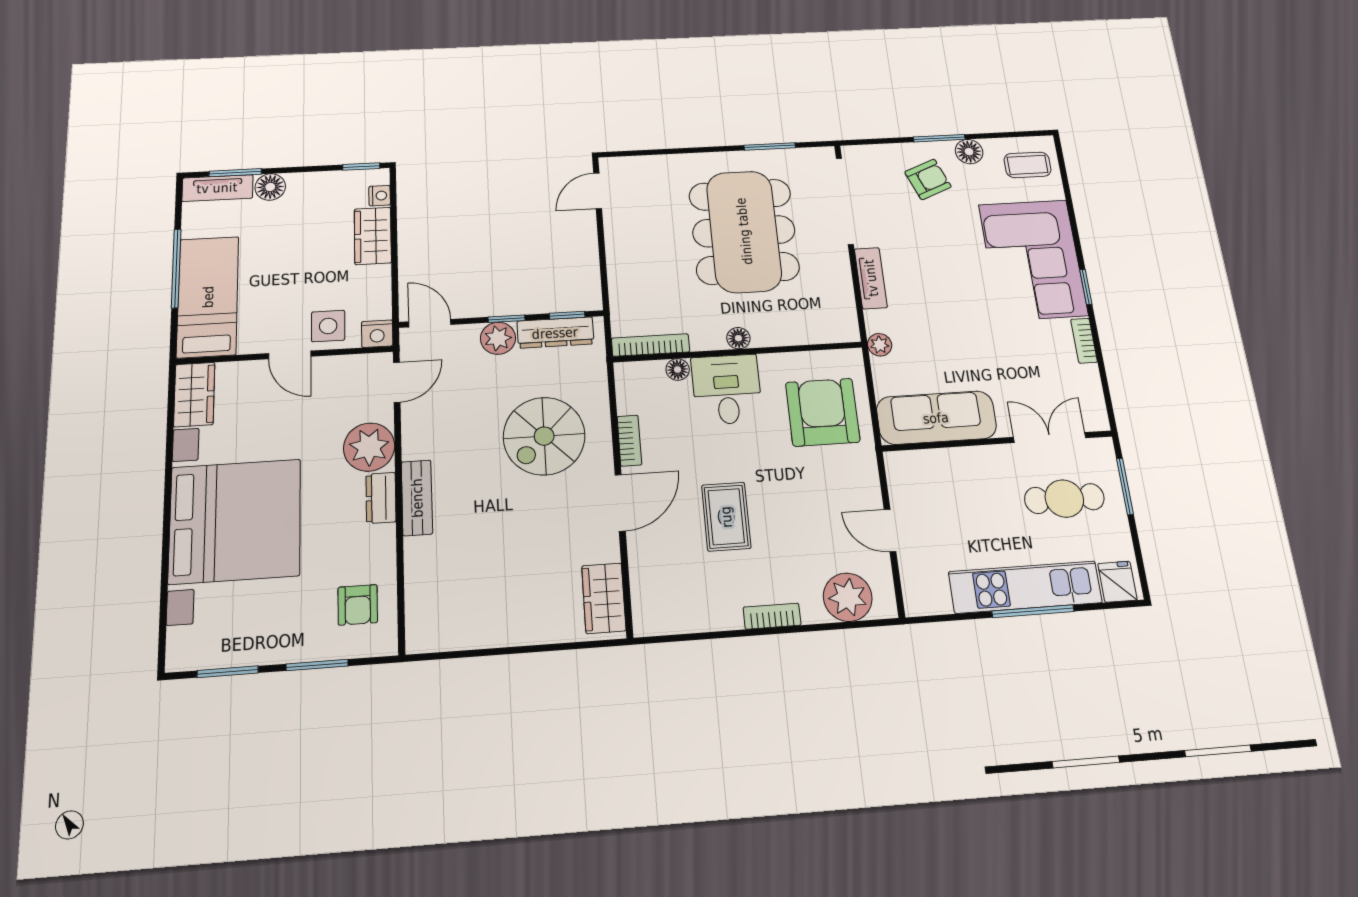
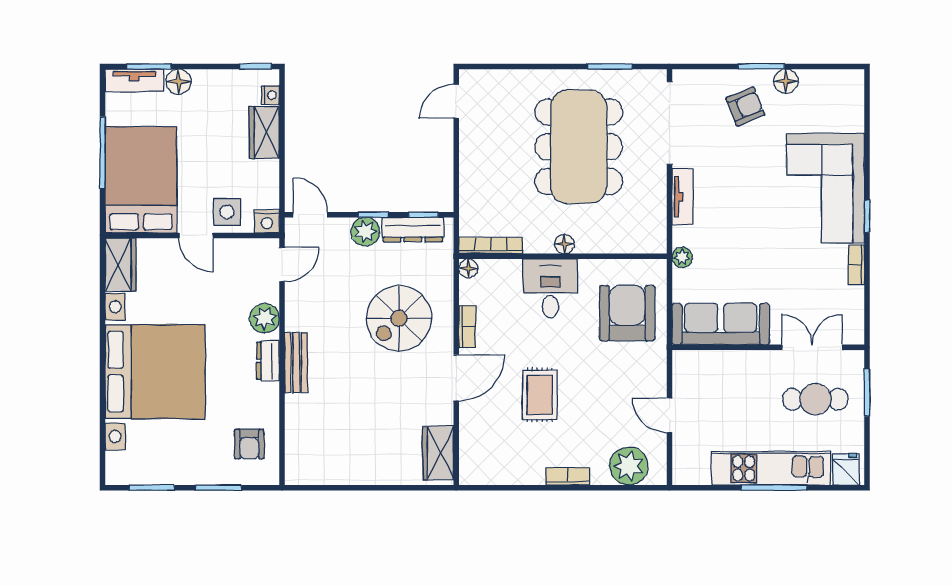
coffee table: (1027, 165) -> (836, 97), removed
bed: (208, 297) -> (141, 180), width x1.50
floor lamp: (678, 370) -> (468, 268), moved
plant: (369, 447) -> (265, 318), width x0.73, depth x0.73

